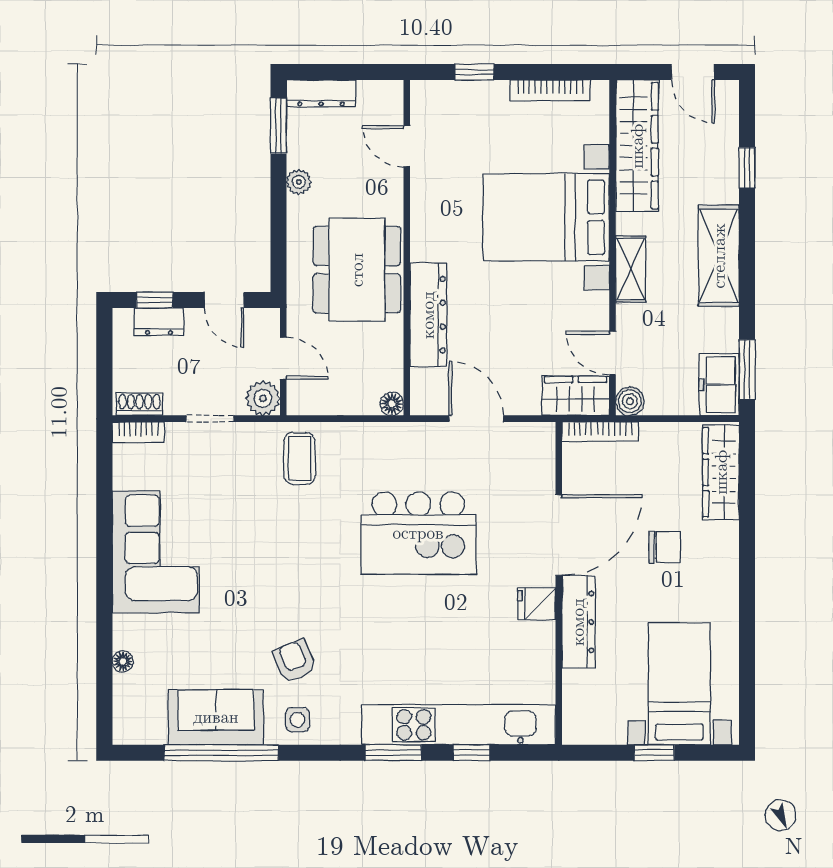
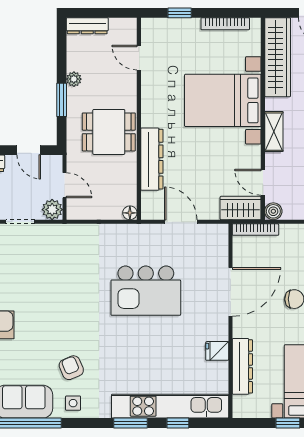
window: (278, 126) -> (62, 100), moved
dining table: (357, 270) -> (109, 132), width x0.73
coffee table: (300, 458) -> (74, 246), removed
fridge: (537, 604) -> (217, 351), moved
dresser: (578, 622) -> (242, 366), moved

